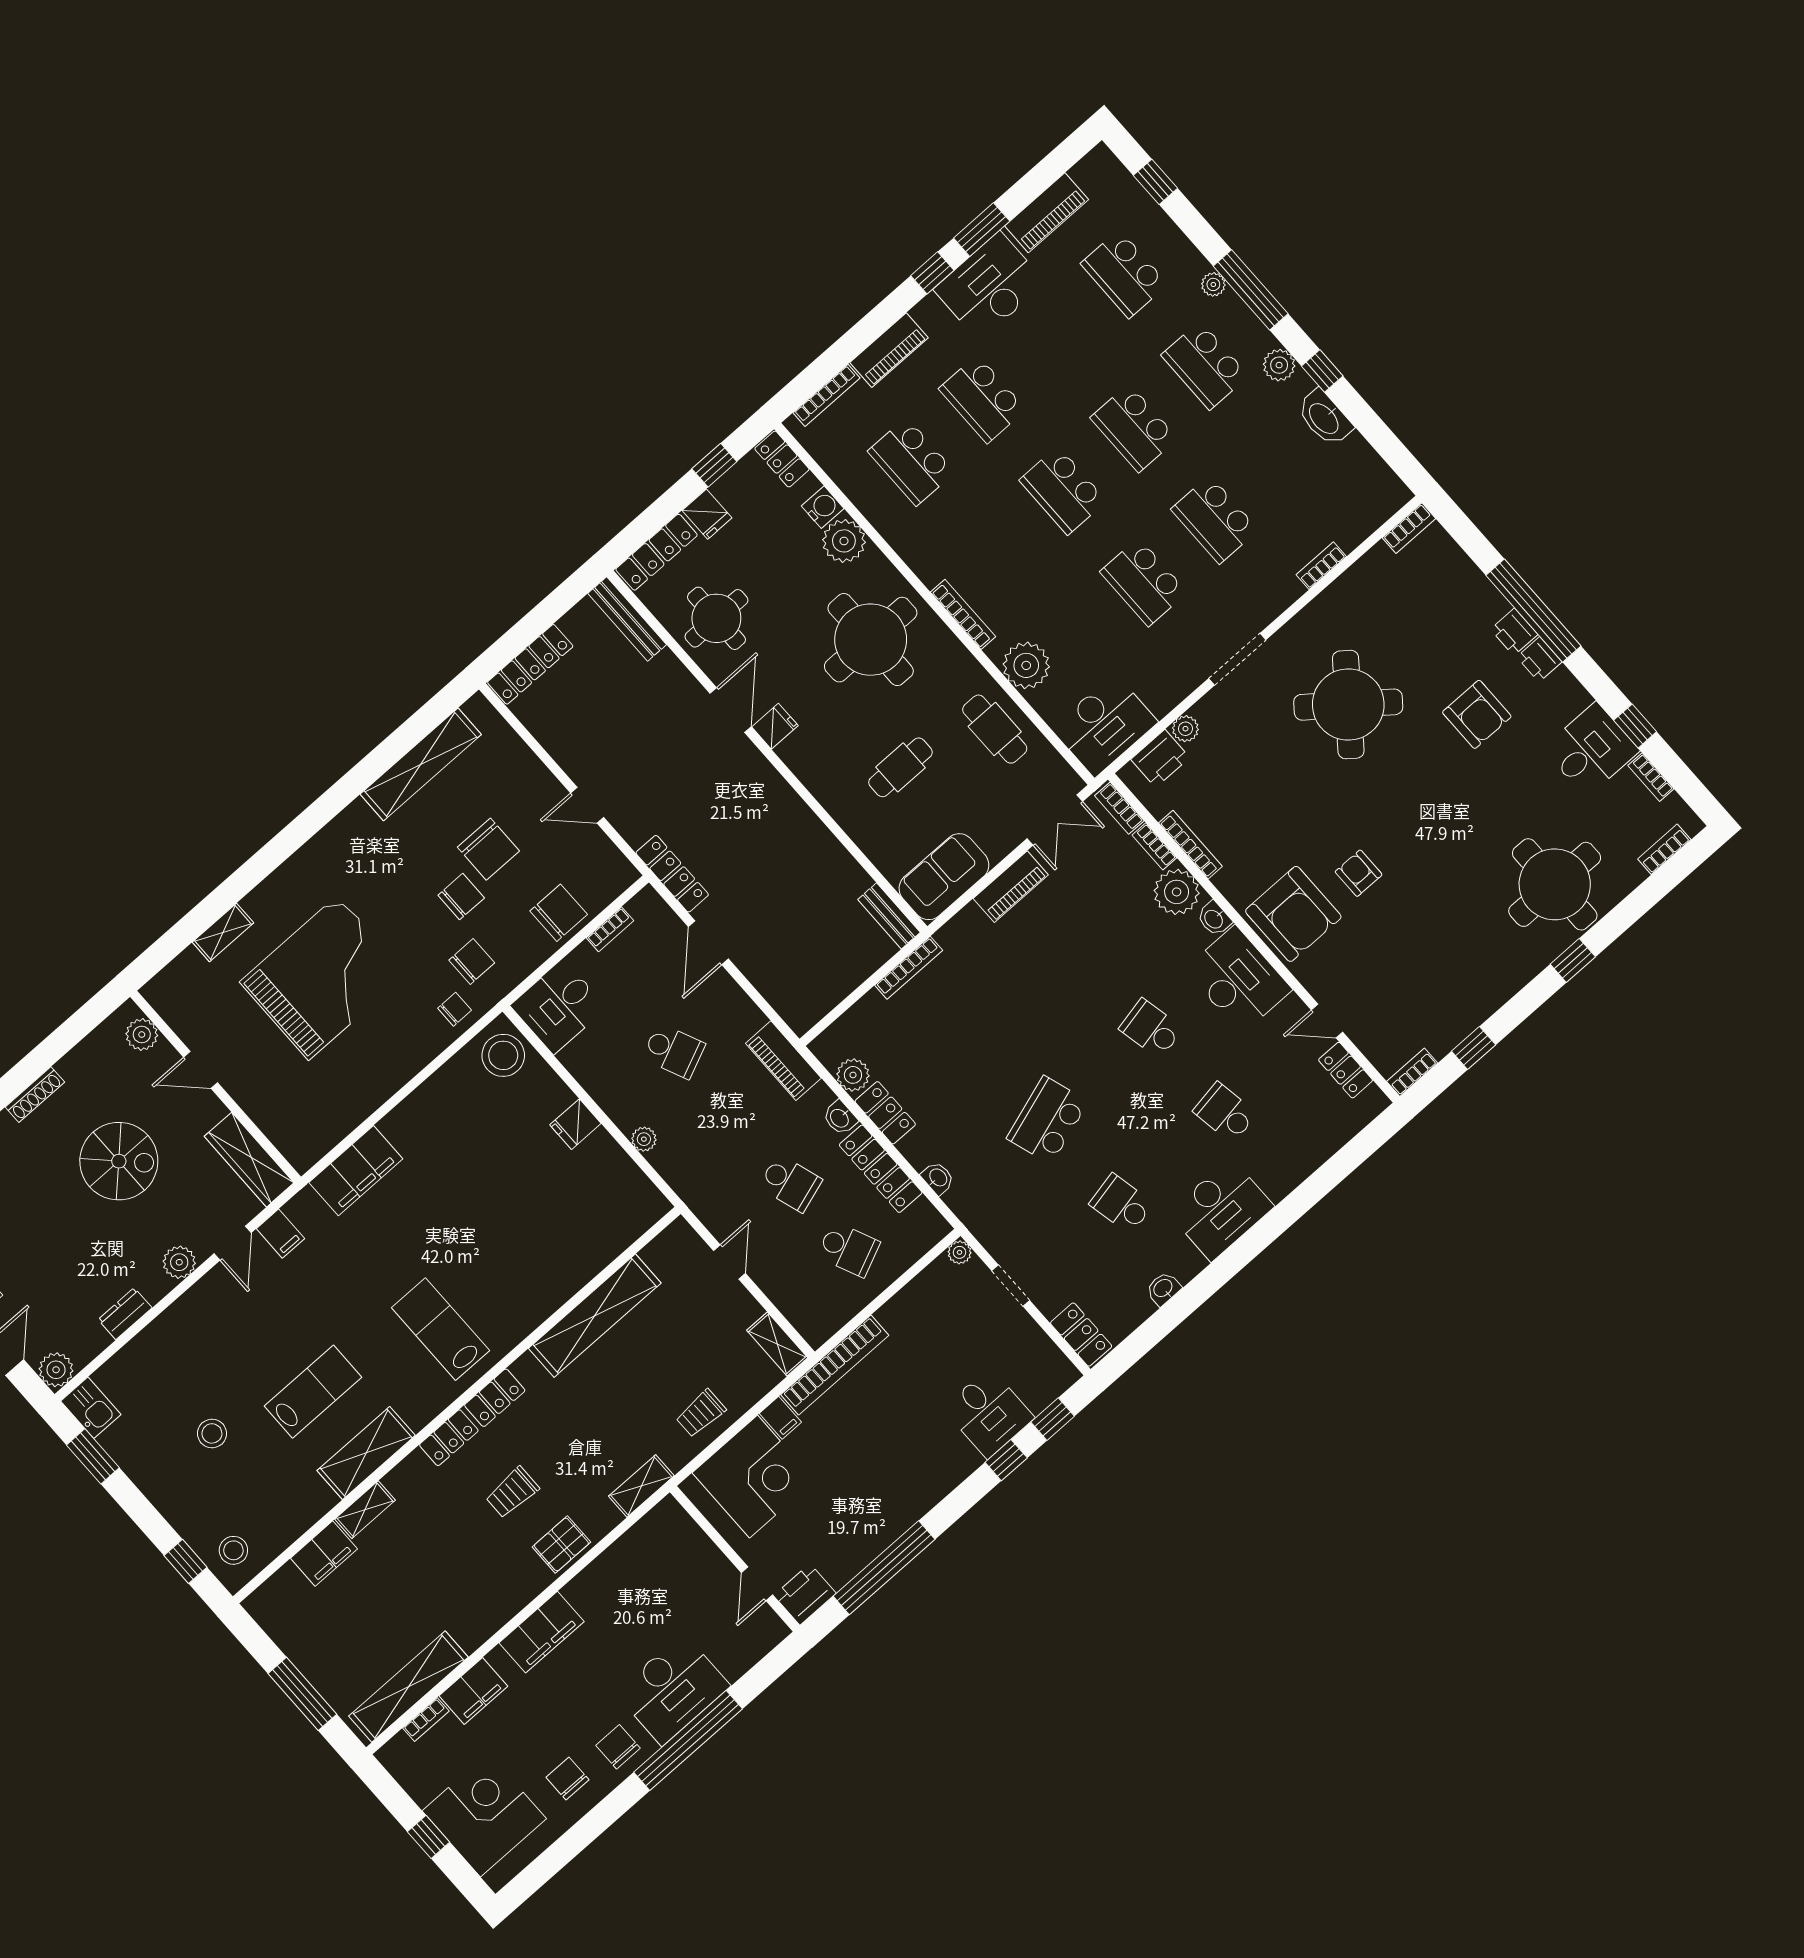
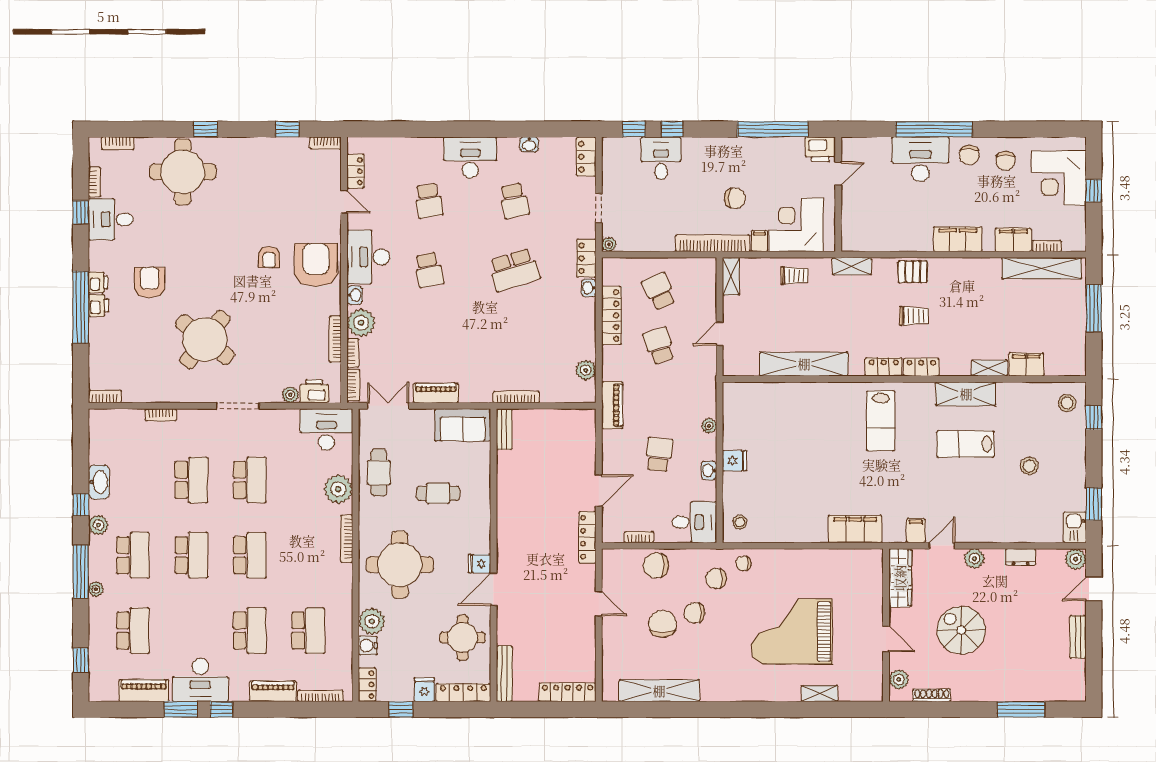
school desk: (674, 1051) -> (659, 455), turned 30
stool: (503, 1055) -> (740, 522), width x0.53, depth x0.53
shoe rack: (35, 1095) -> (932, 695), moved
locker: (885, 1113) -> (586, 258), moved
washbasin: (840, 1118) -> (709, 470), moved, turned 180
chair: (856, 1443) -> (735, 198), added

